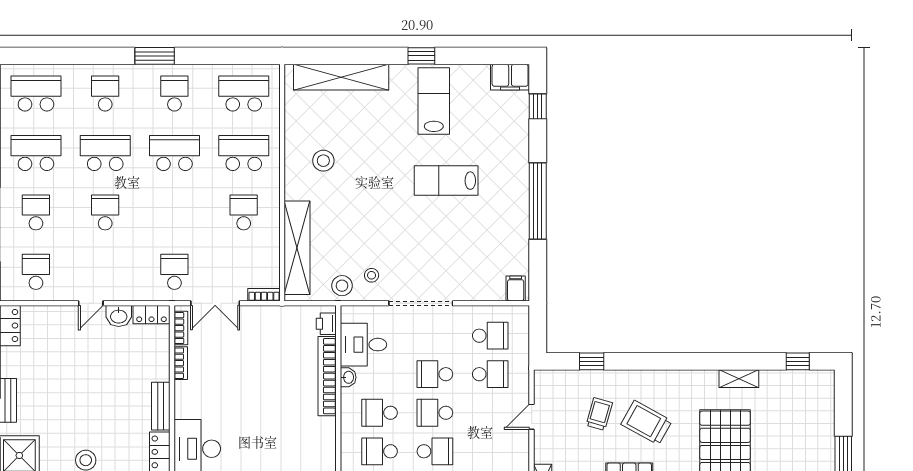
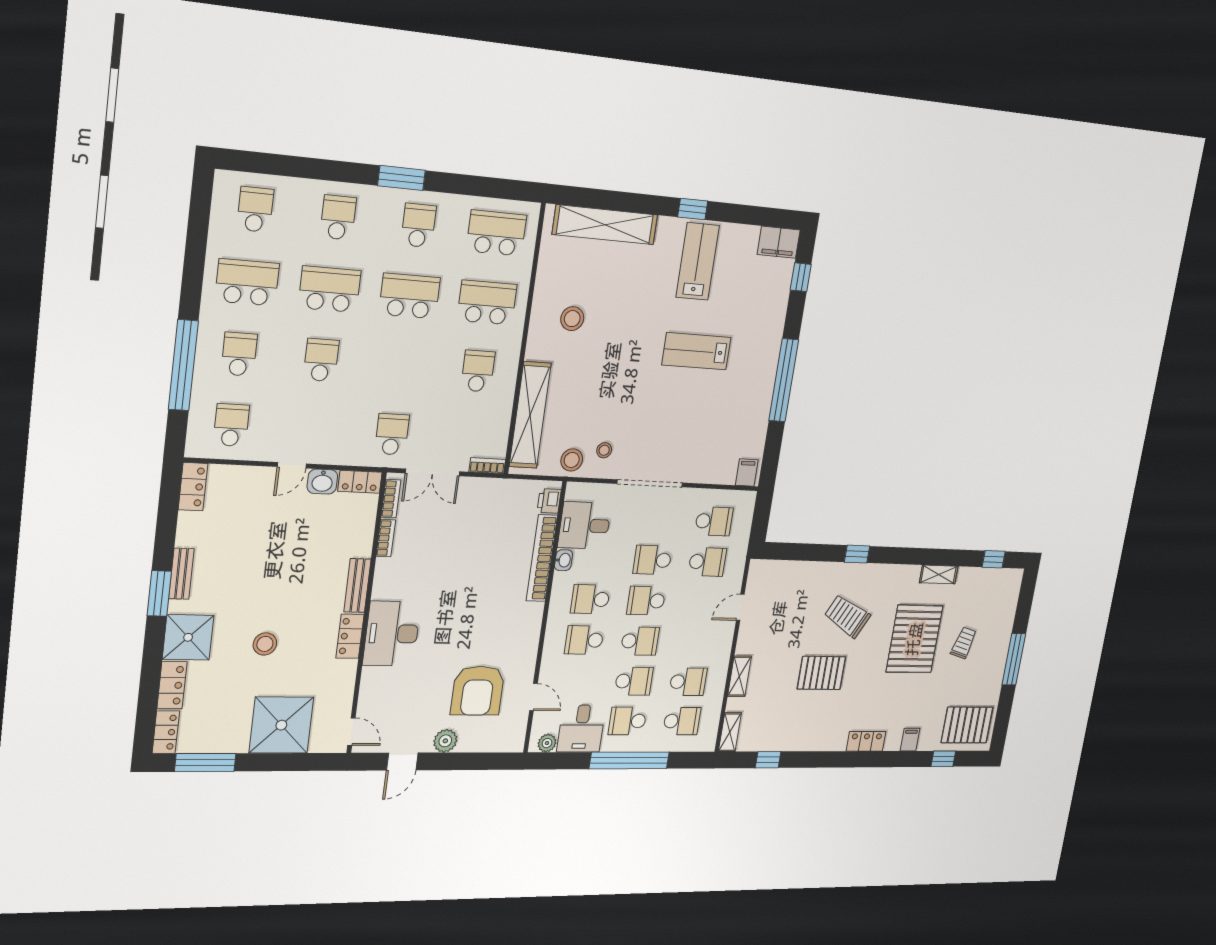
school desk: (36, 93) -> (255, 209), width x0.54
window: (592, 361) -> (857, 554), moved
trolley: (599, 414) -> (964, 643), moved

